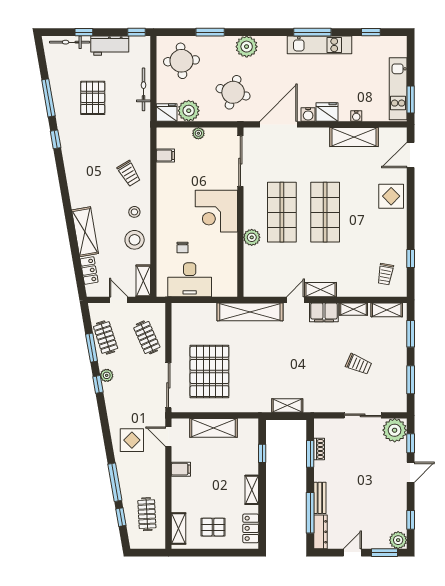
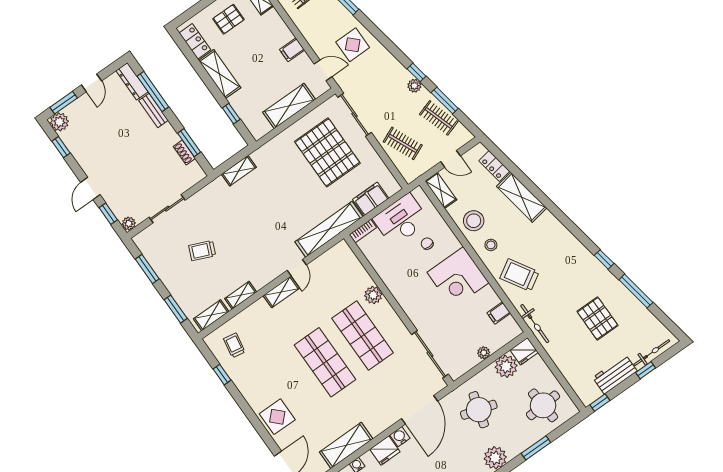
bicycle: (144, 89) -> (535, 324), moved
trolley: (129, 173) -> (519, 275), width x1.36, depth x1.39
corner desk: (216, 211) -> (458, 278), moved, turned 180
bookcase: (225, 292) -> (363, 231), added
filing cabinet: (324, 312) -> (371, 199), moved
plant: (395, 430) -> (129, 224), width x0.53, depth x0.53
shelving: (252, 490) -> (220, 74), width x1.50, depth x1.33

